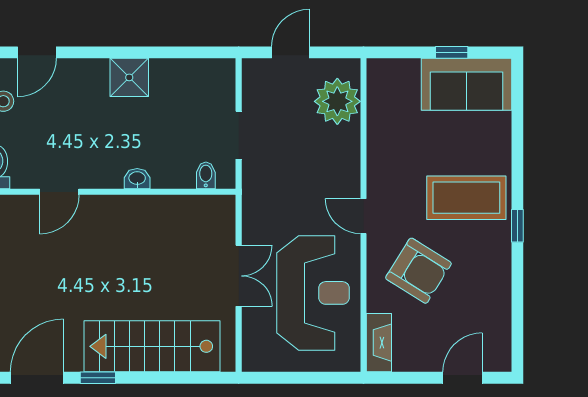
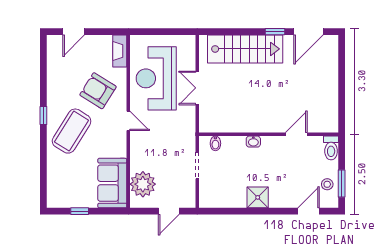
sofa: (467, 84) -> (112, 183), moved, turned -90
coffee table: (466, 198) -> (72, 131), turned -58

